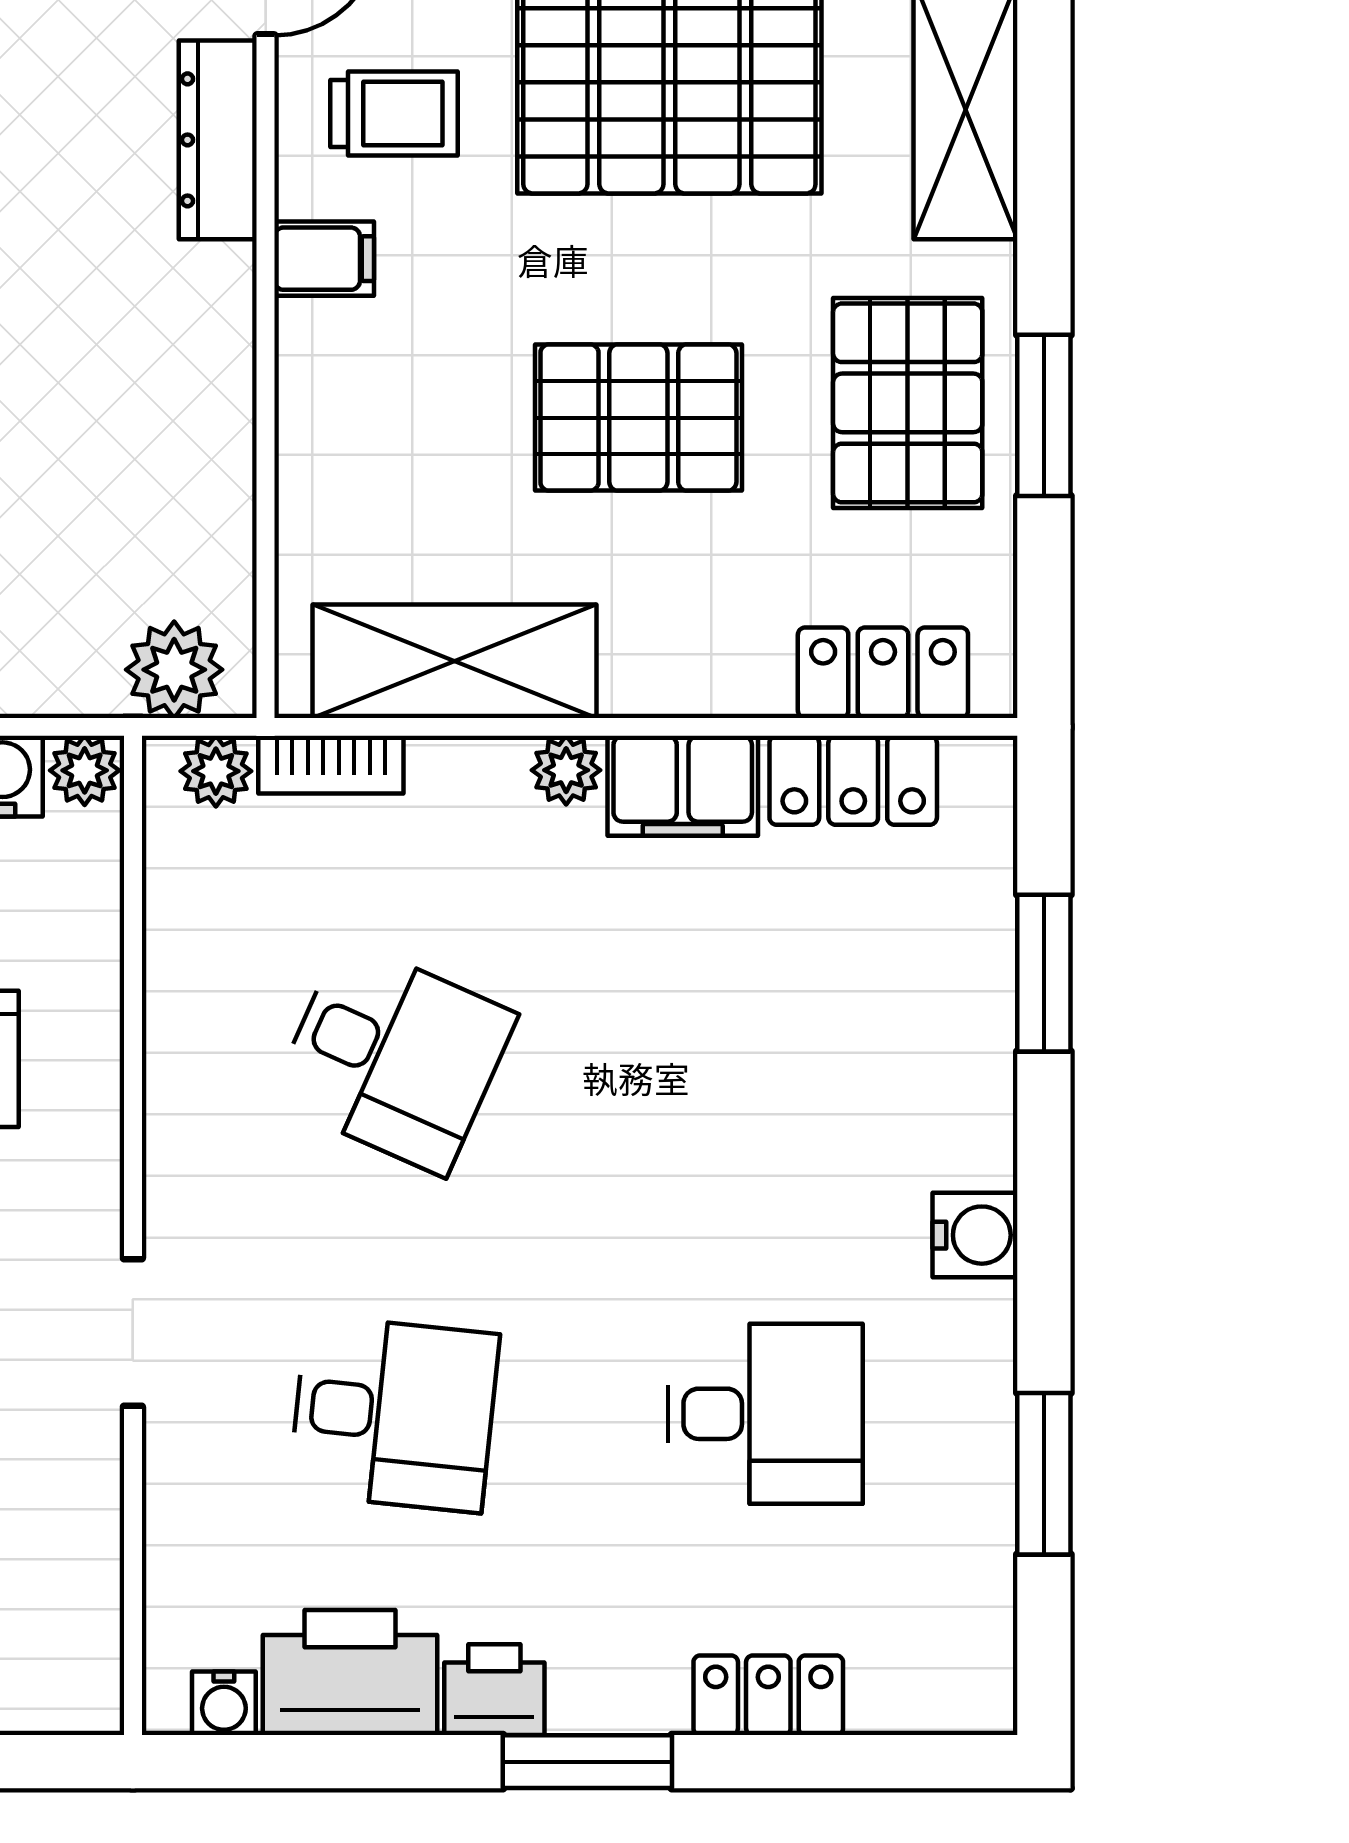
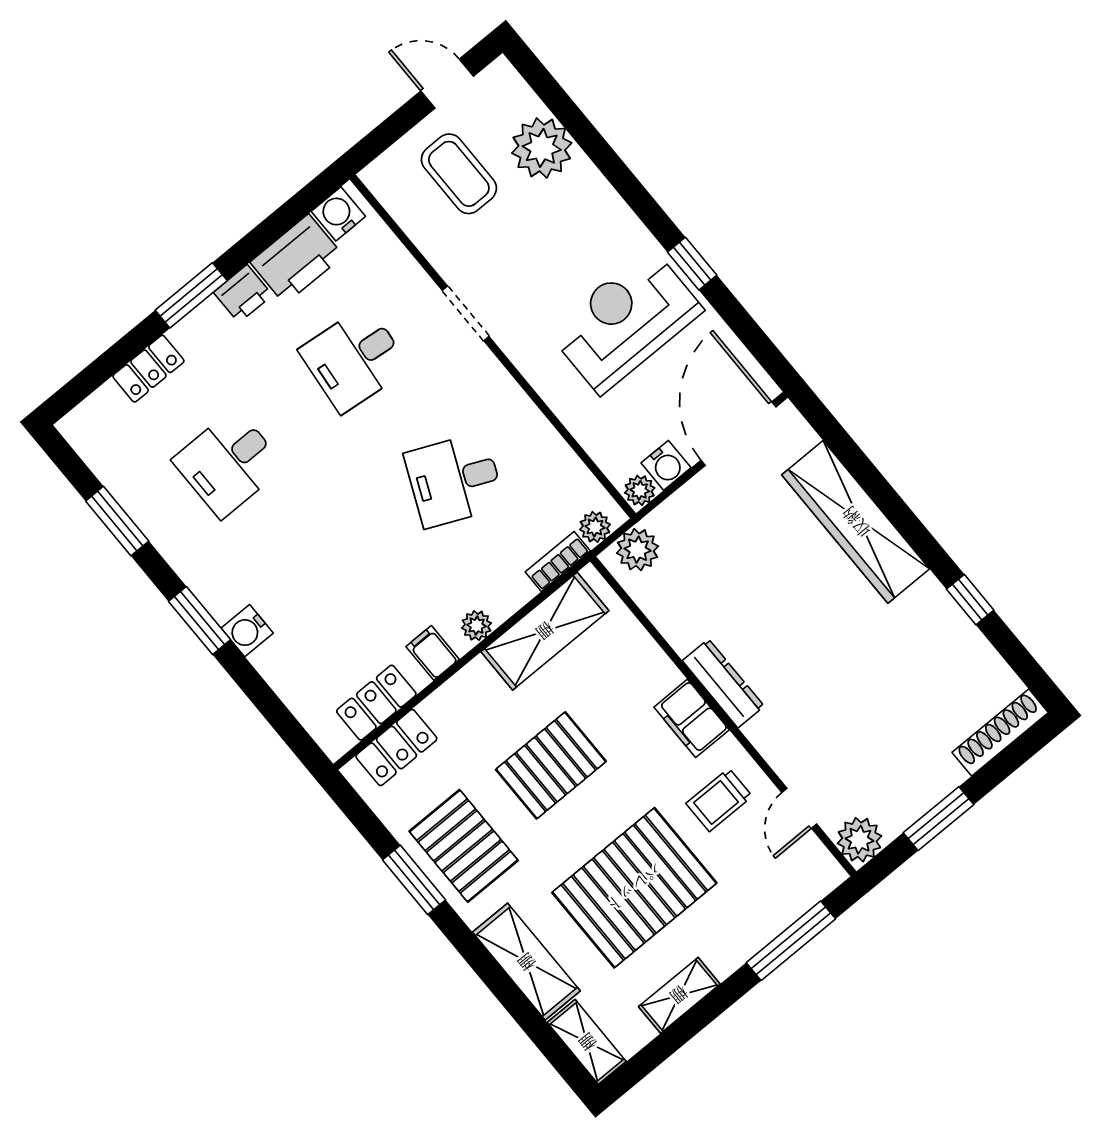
dresser: (218, 140) -> (723, 683), moved
filing cabinet: (324, 259) -> (692, 718), width x2.00
filing cabinet: (683, 786) -> (433, 653), width x0.50
window: (1044, 973) -> (200, 621), moved
water cooler: (975, 1235) -> (247, 631), moved
water cooler: (224, 1703) -> (338, 214), width x1.38, depth x1.38

